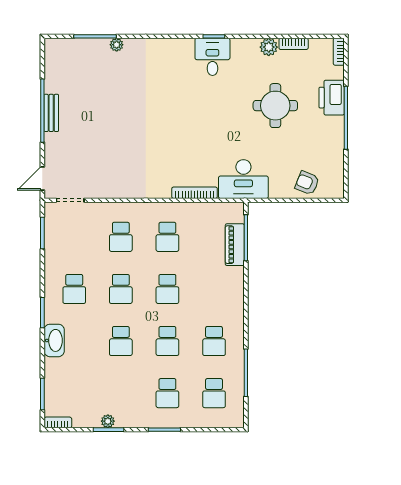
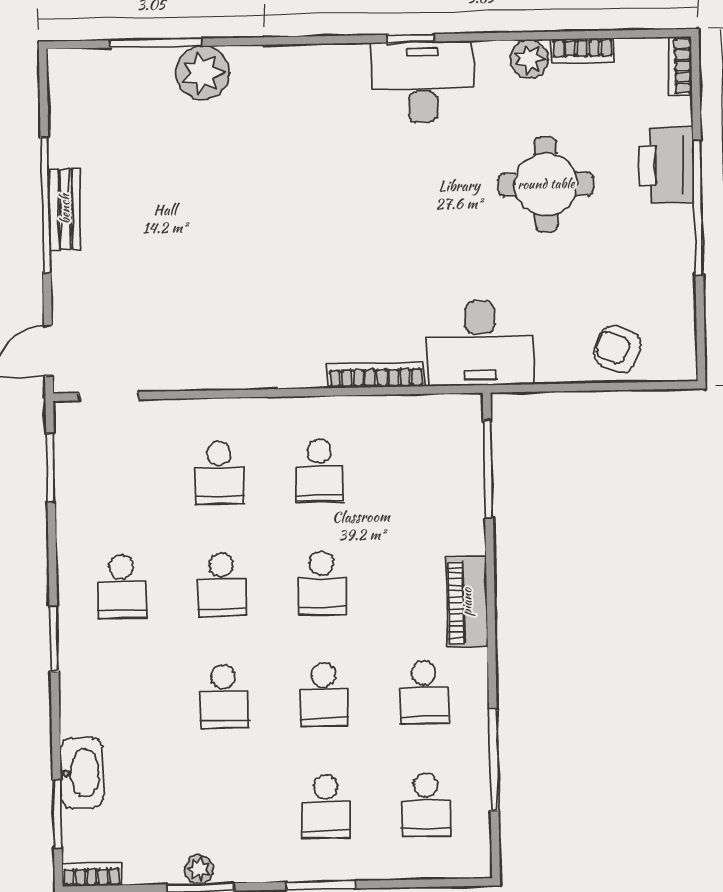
plant: (117, 45) -> (202, 73), width x1.88, depth x1.88
desk: (212, 57) -> (423, 82), width x1.37
piano: (235, 245) -> (467, 602), moved
washbasin: (54, 340) -> (82, 773), moved

